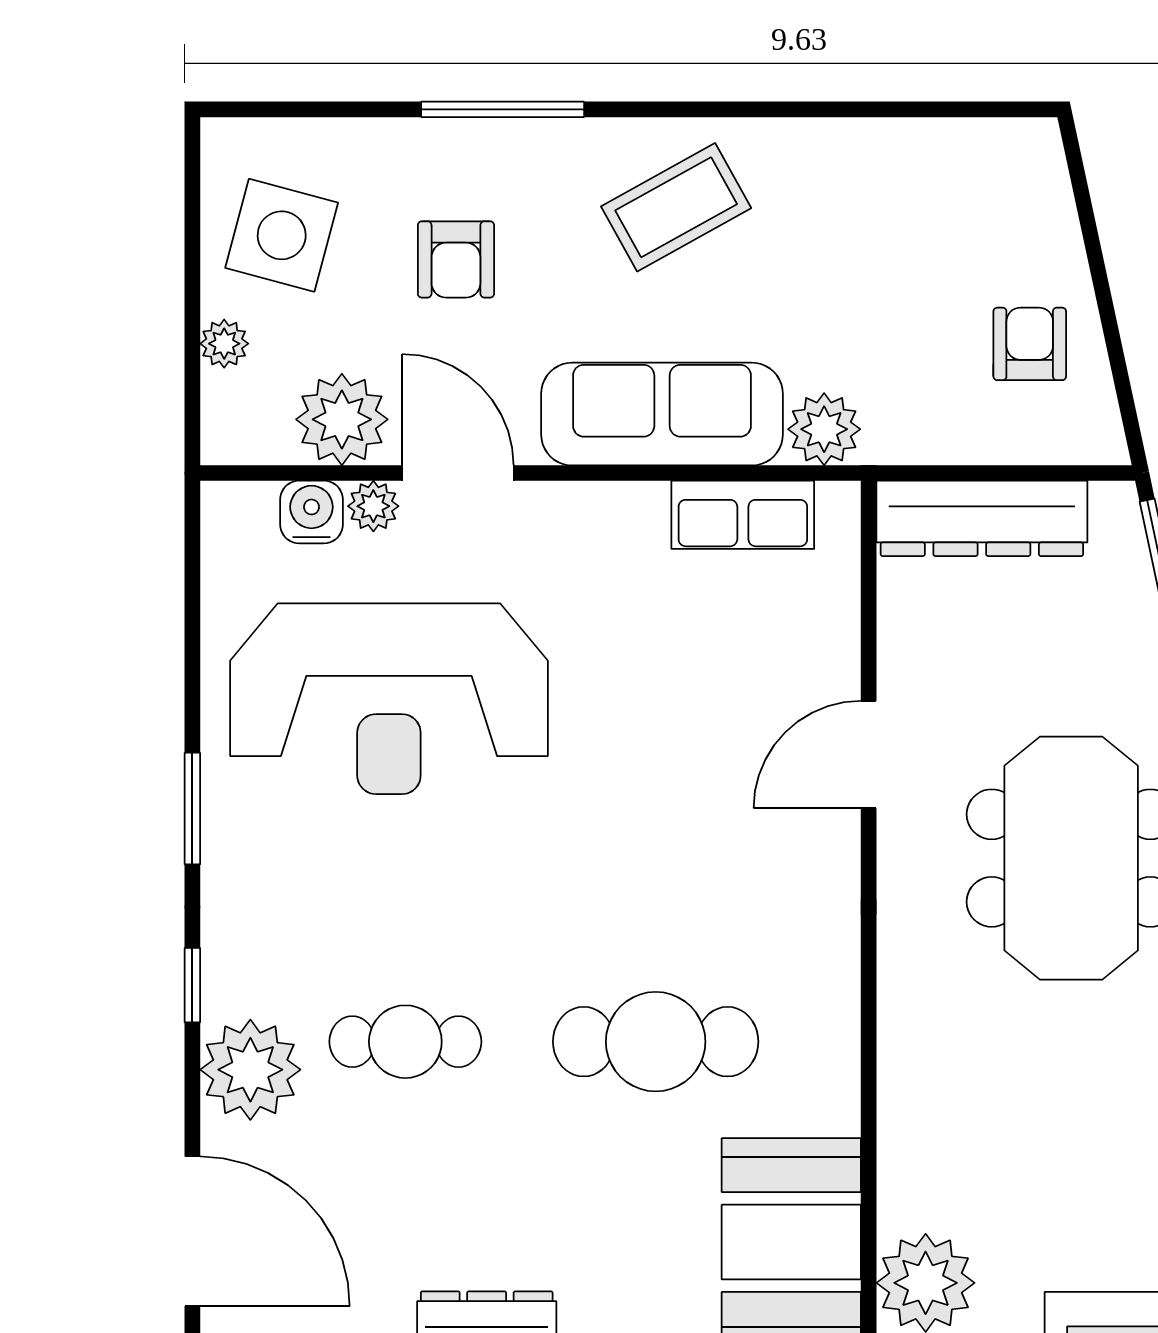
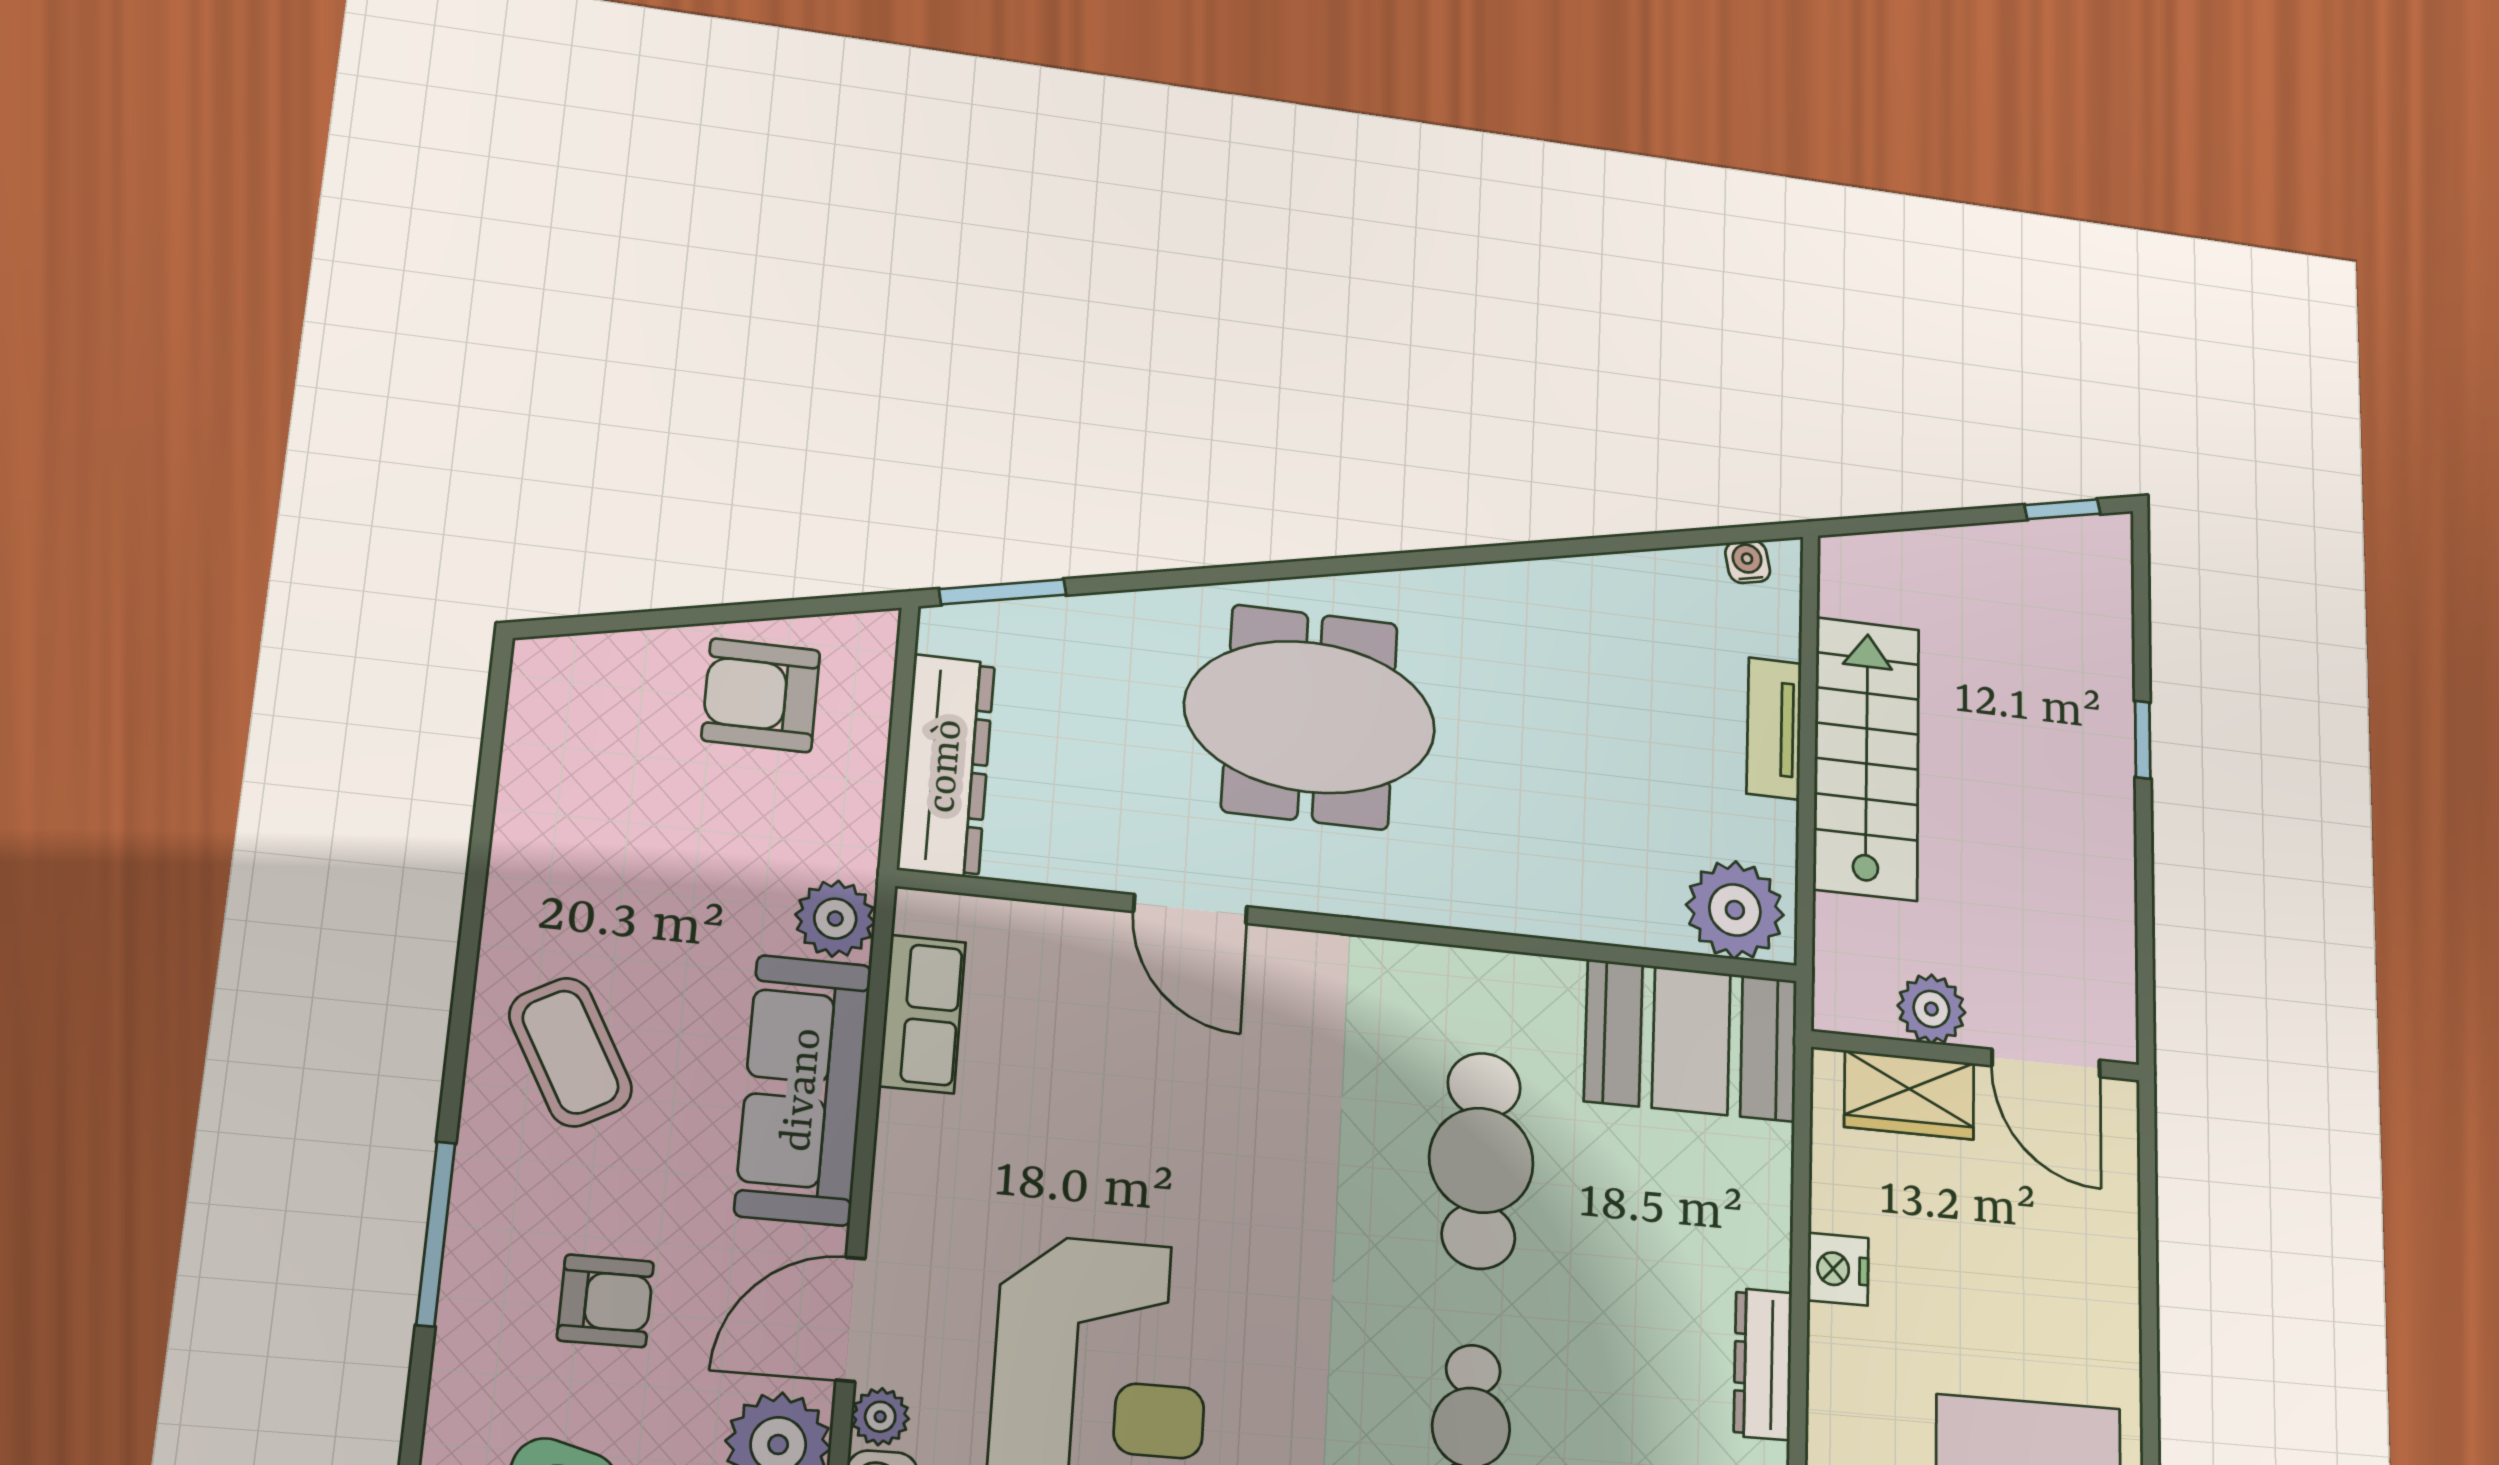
armchair: (1030, 344) -> (761, 695), width x1.38, depth x1.38

